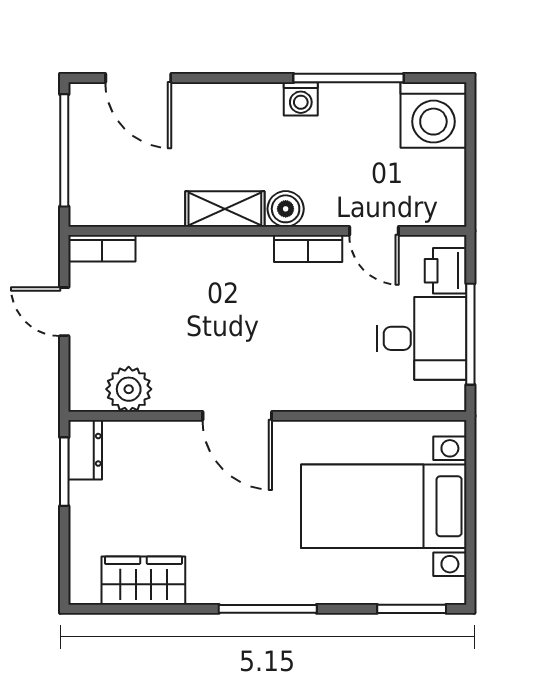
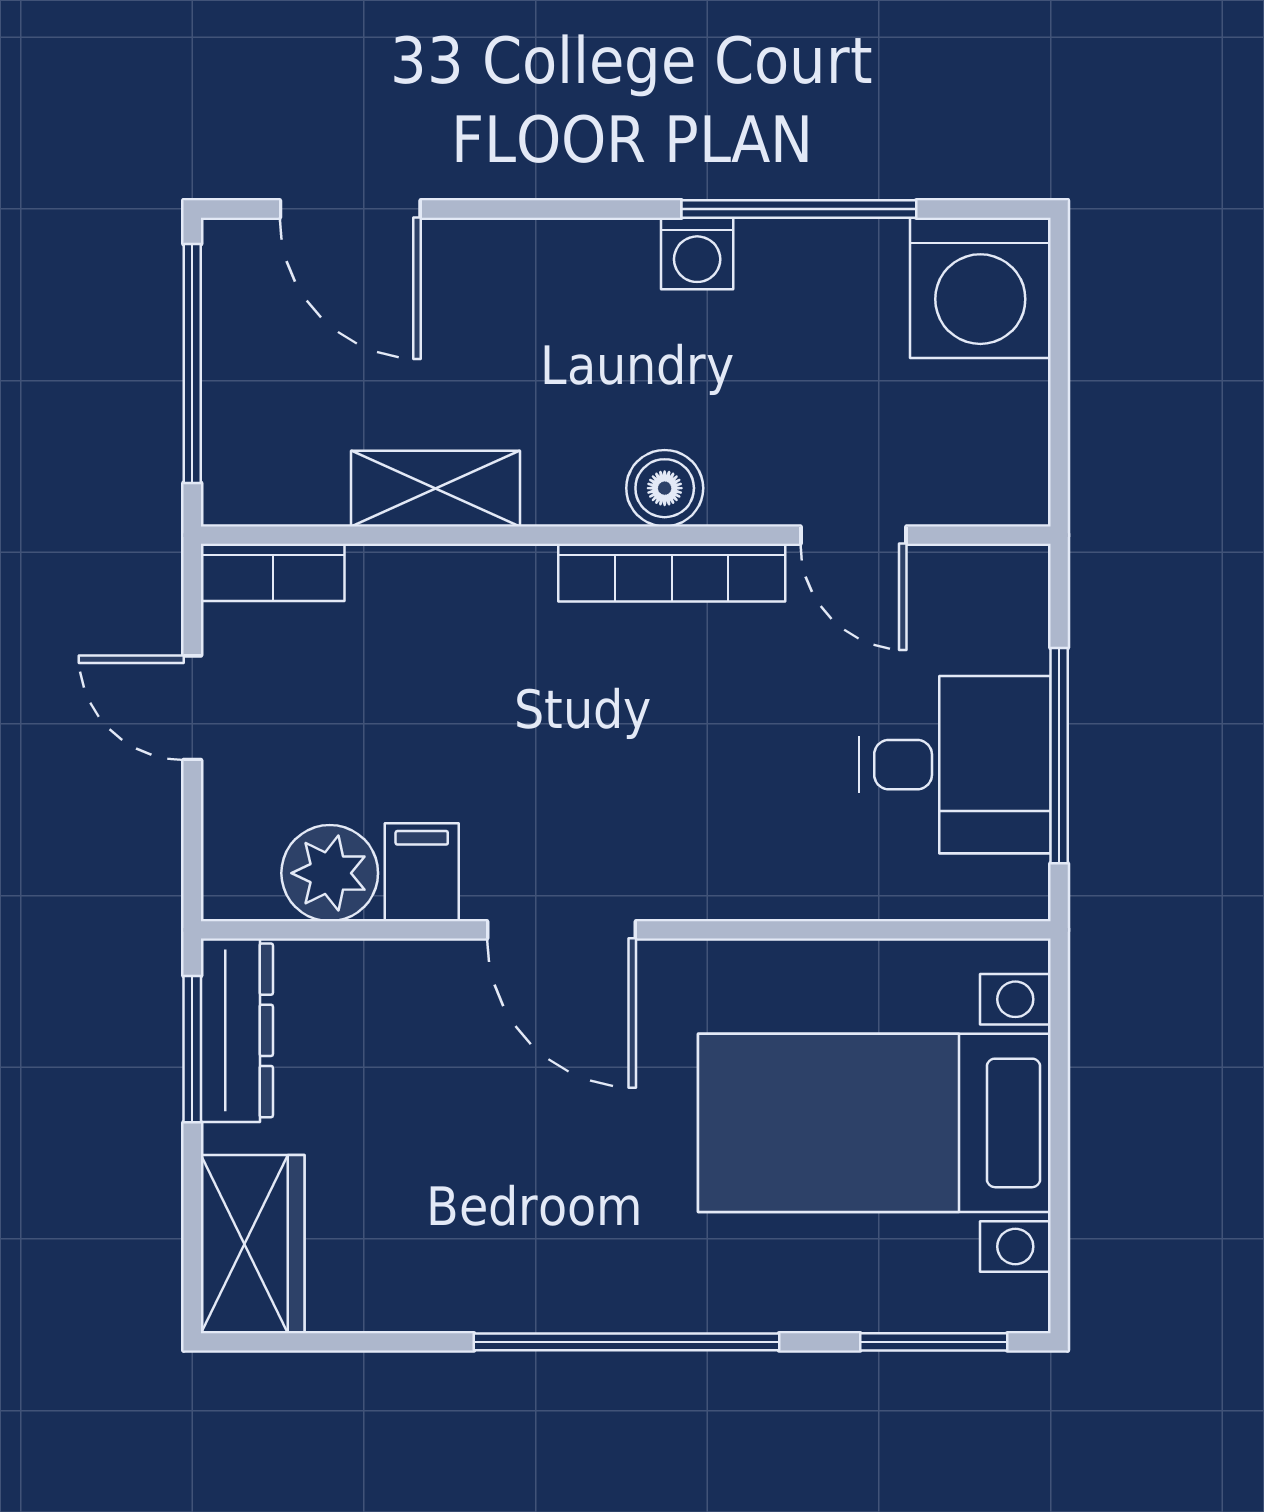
shelving: (225, 209) -> (435, 489), moved
bookcase: (308, 248) -> (672, 573), width x1.56
printer: (446, 271) -> (1006, 620), removed
filing cabinet: (172, 389) -> (422, 872), added
dresser: (85, 450) -> (237, 1030), width x1.44
wardrobe: (143, 581) -> (253, 1244), moved, turned 90
window: (268, 609) -> (627, 1342), width x1.46

